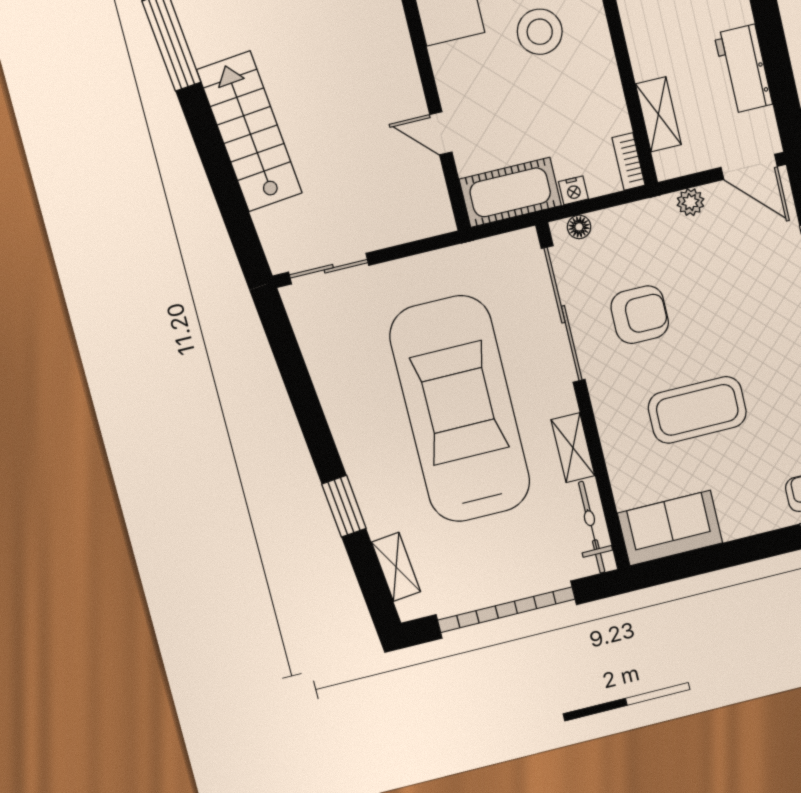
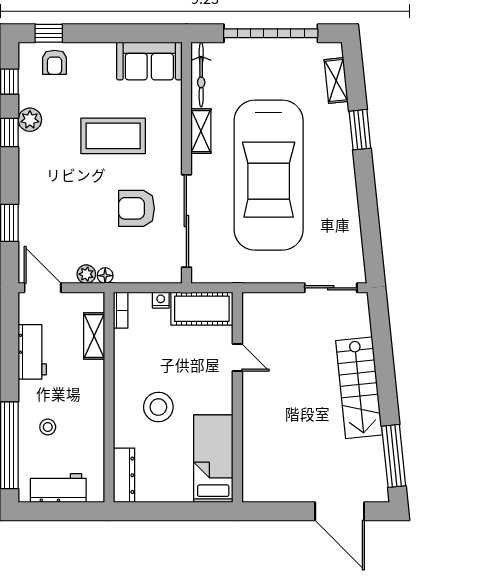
floor lamp: (579, 227) -> (105, 276), moved

